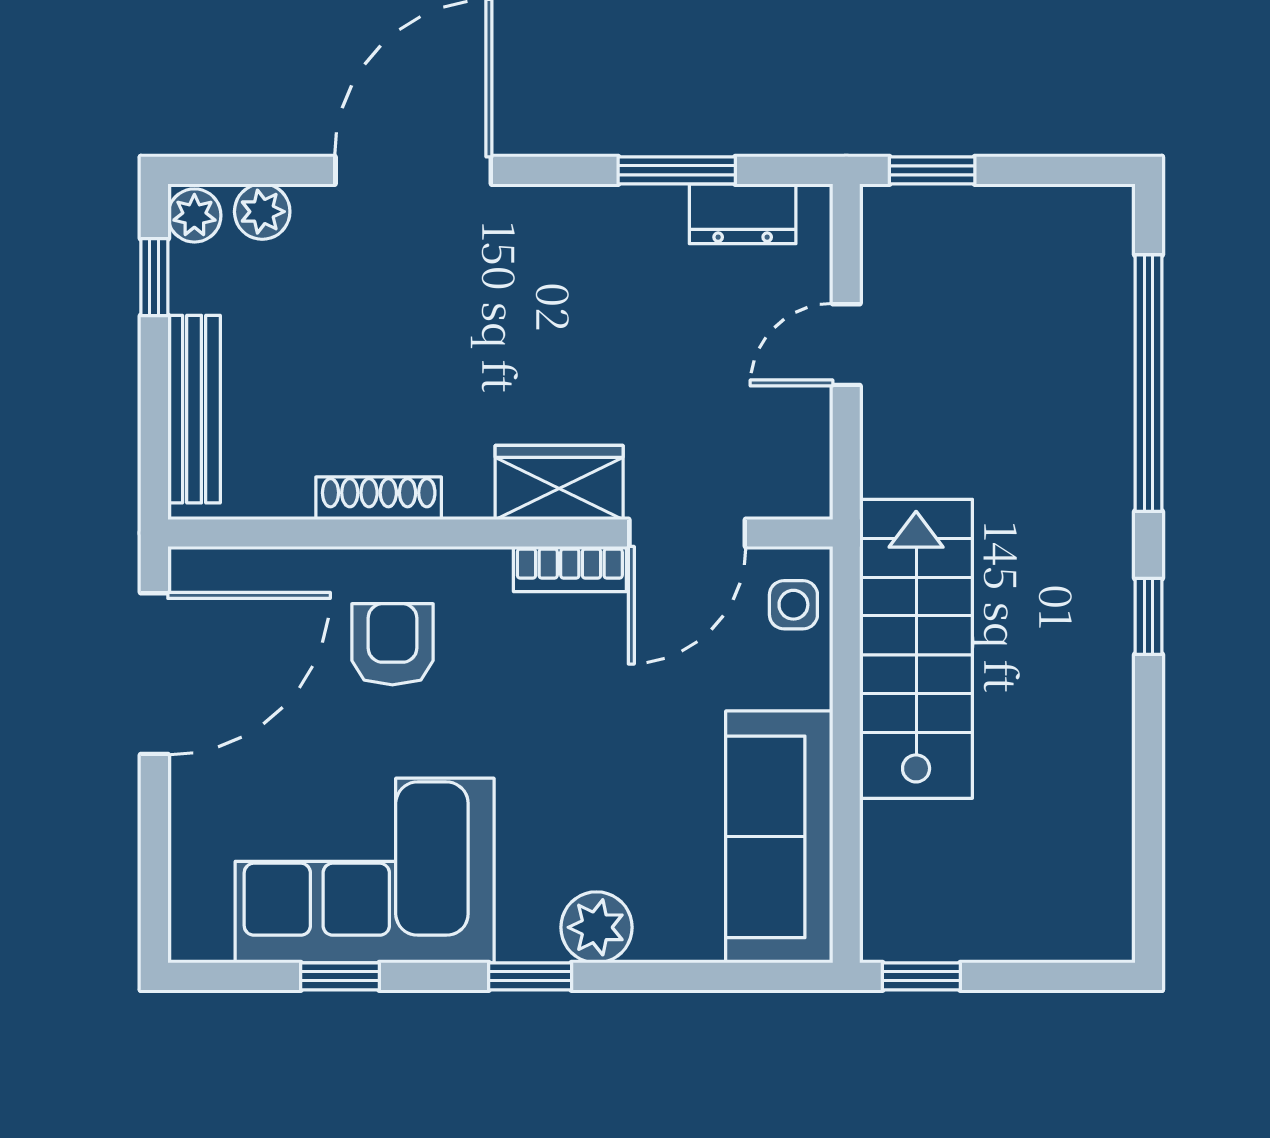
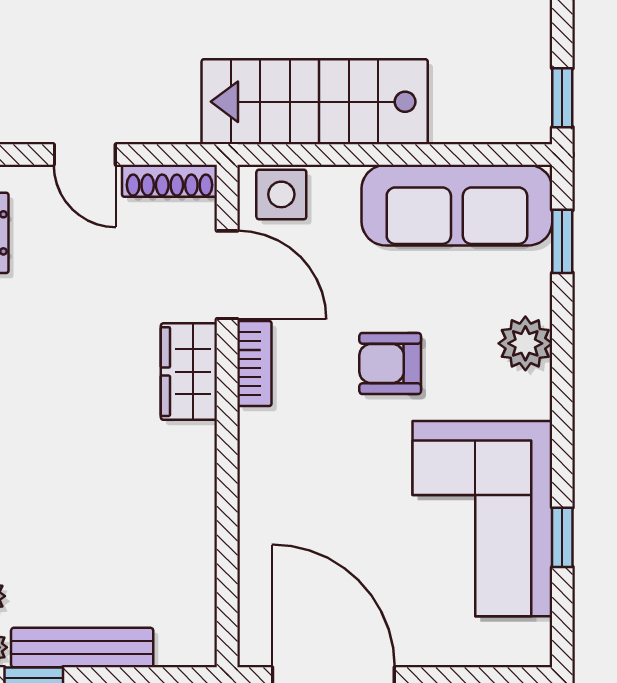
bench: (194, 409) -> (82, 648), moved
shoe rack: (379, 498) -> (170, 181), moved, turned -90
side table: (793, 605) -> (281, 194), width x1.37, depth x1.37
armchair: (392, 644) -> (390, 363), moved
window: (530, 976) -> (562, 241), moved

